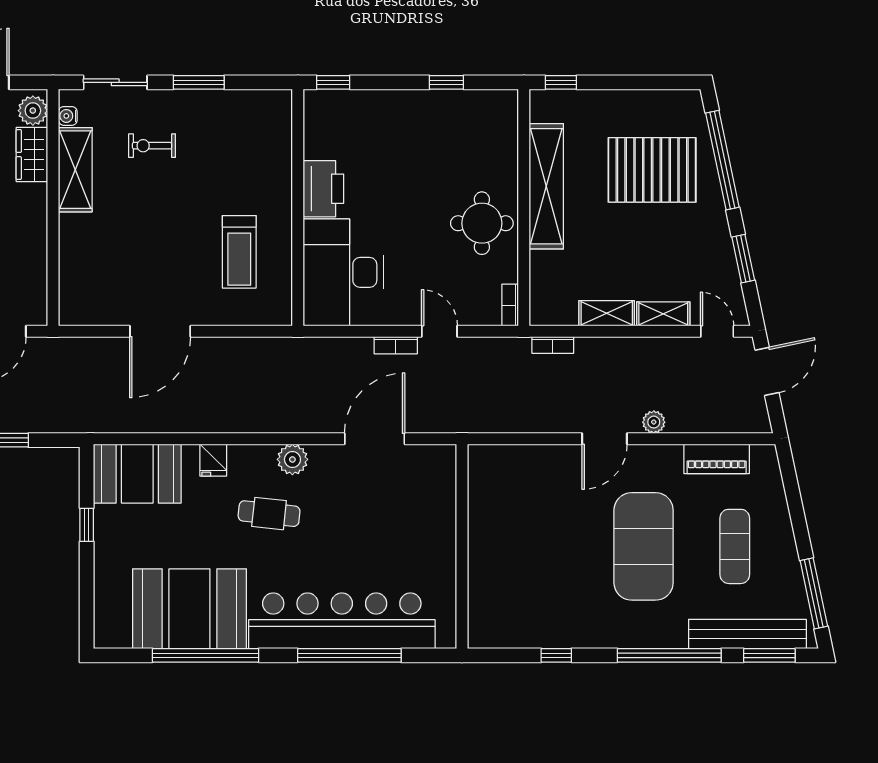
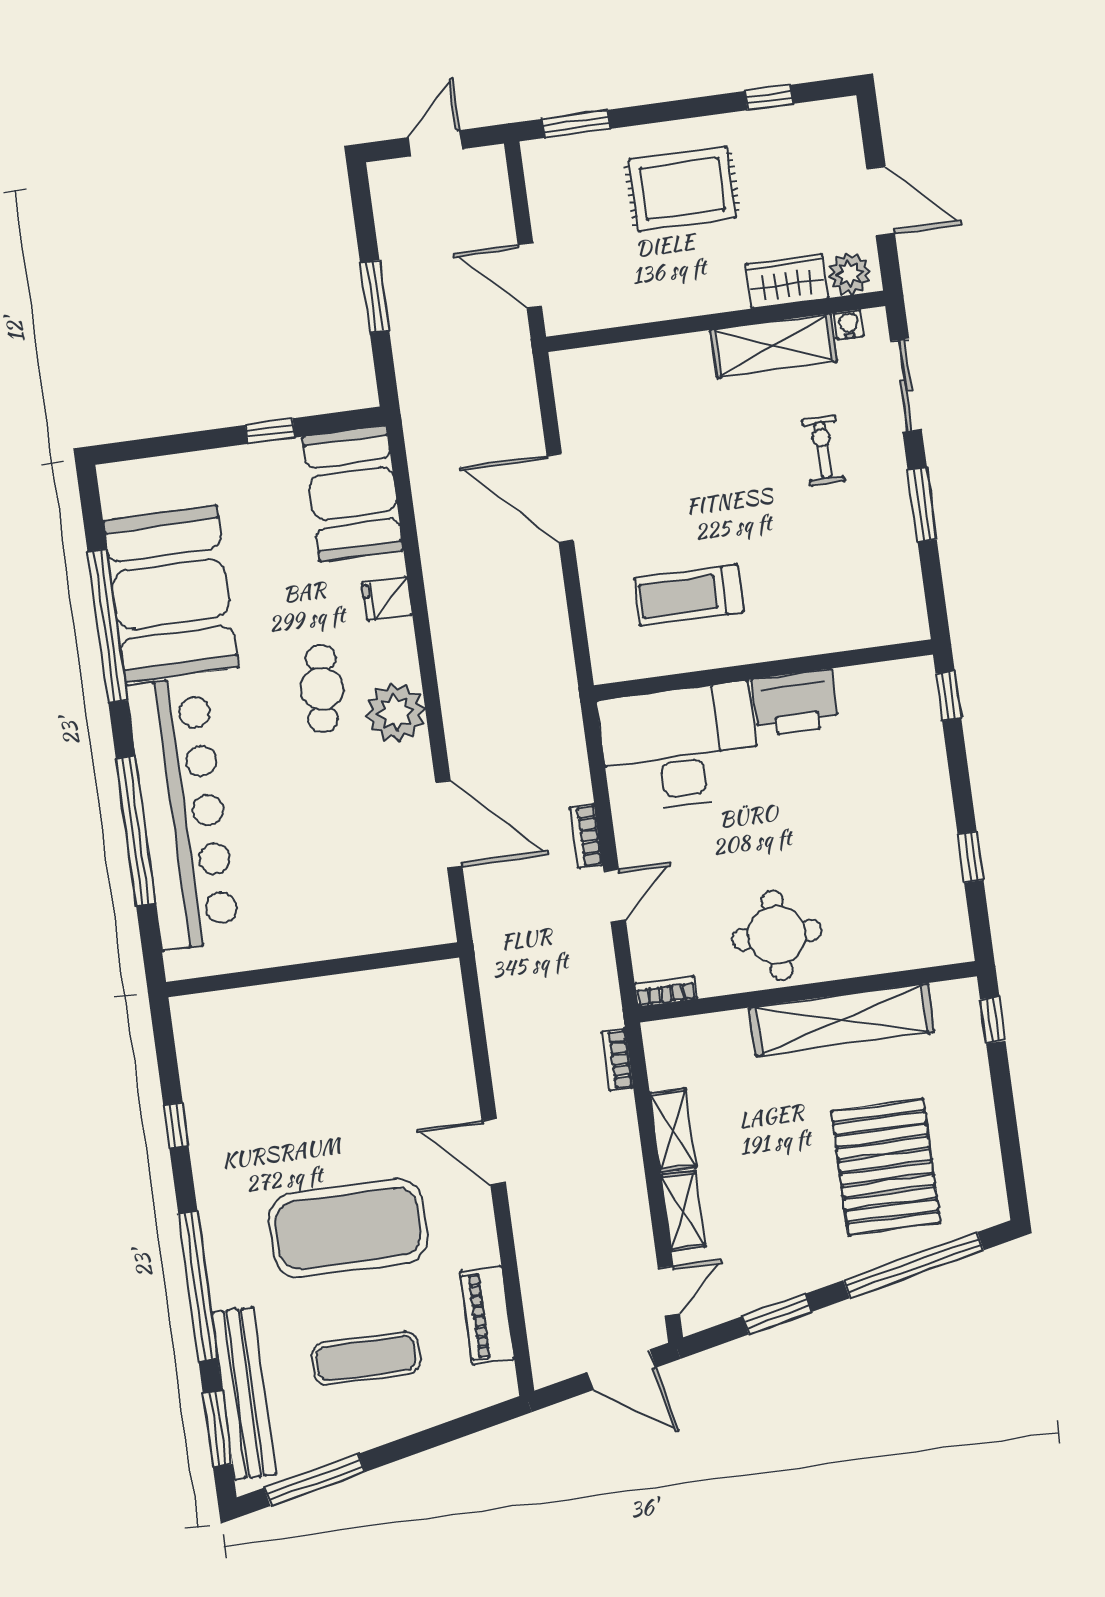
plant: (654, 422) -> (527, 1219), removed
plant: (292, 459) -> (395, 713), width x1.36, depth x1.36

